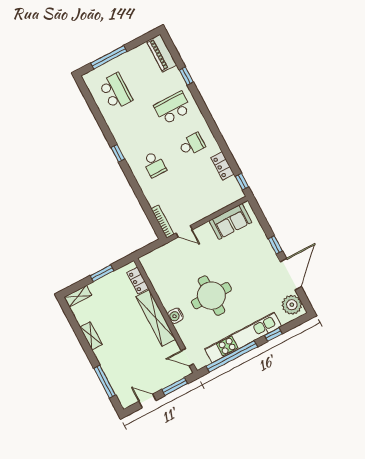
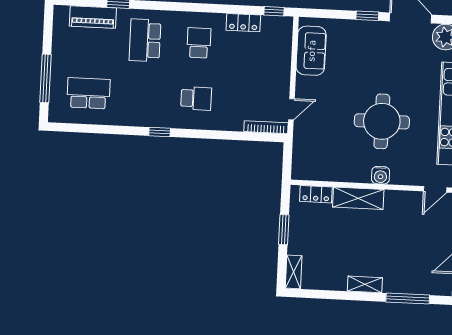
piano: (162, 53) -> (93, 17), moved
shelving: (156, 318) -> (358, 198), width x0.68
shelving: (91, 336) -> (365, 284), moved

